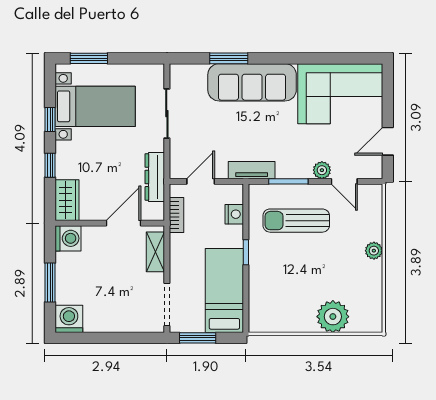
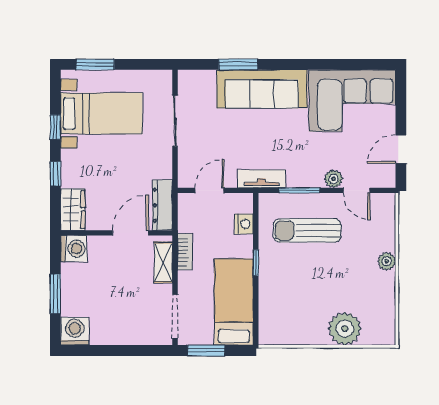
dresser: (155, 177) -> (163, 205), moved
bookcase: (176, 215) -> (185, 252), moved

